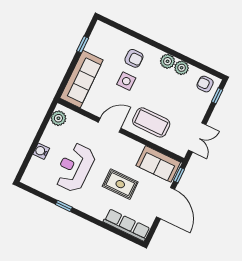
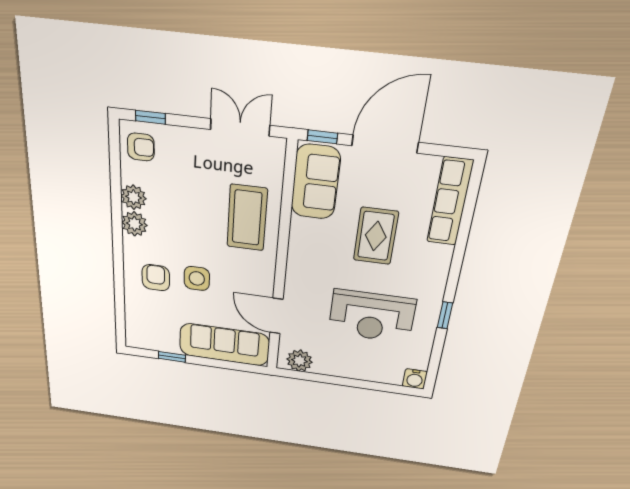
armchair: (205, 84) -> (141, 147), turned -90
door: (110, 125) -> (276, 316), moved
water cooler: (41, 151) -> (415, 379), moved

